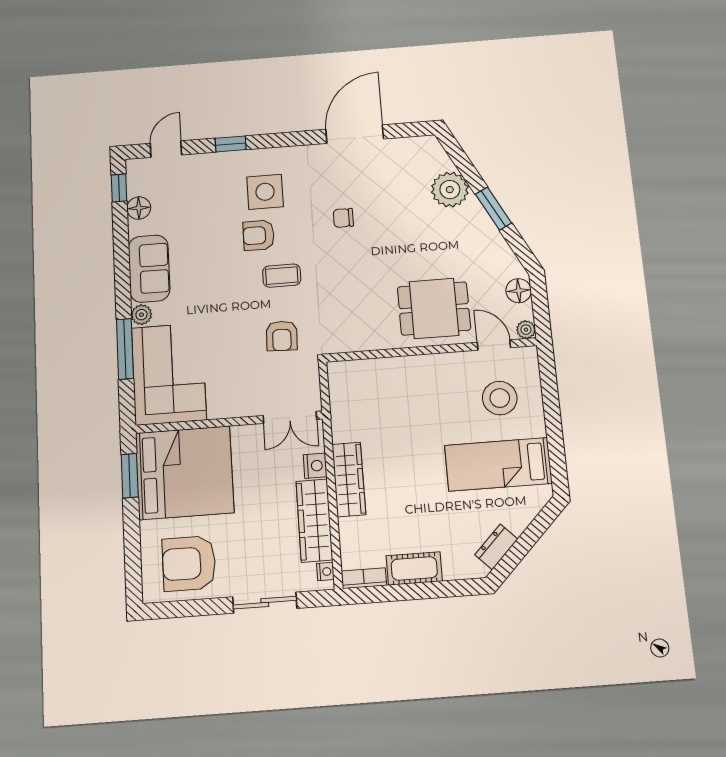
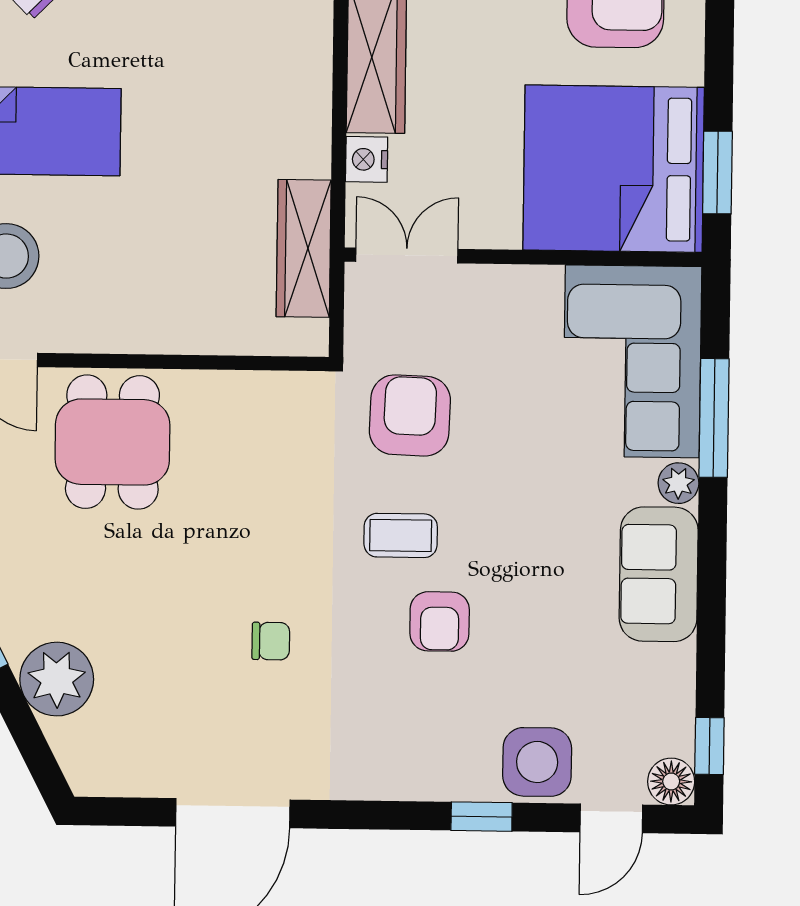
side table: (265, 192) -> (537, 762), moved
floor lamp: (139, 208) -> (671, 781), moved
armchair: (259, 235) -> (440, 621), turned 90
dining table: (434, 308) -> (112, 442), turned 90
armchair: (282, 336) -> (410, 415), width x1.38, depth x1.38
wardrobe: (349, 479) -> (304, 248), moved

